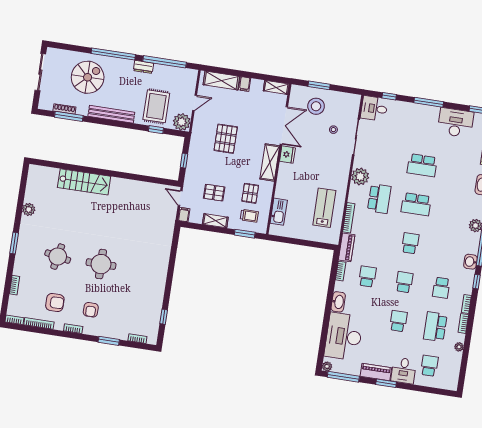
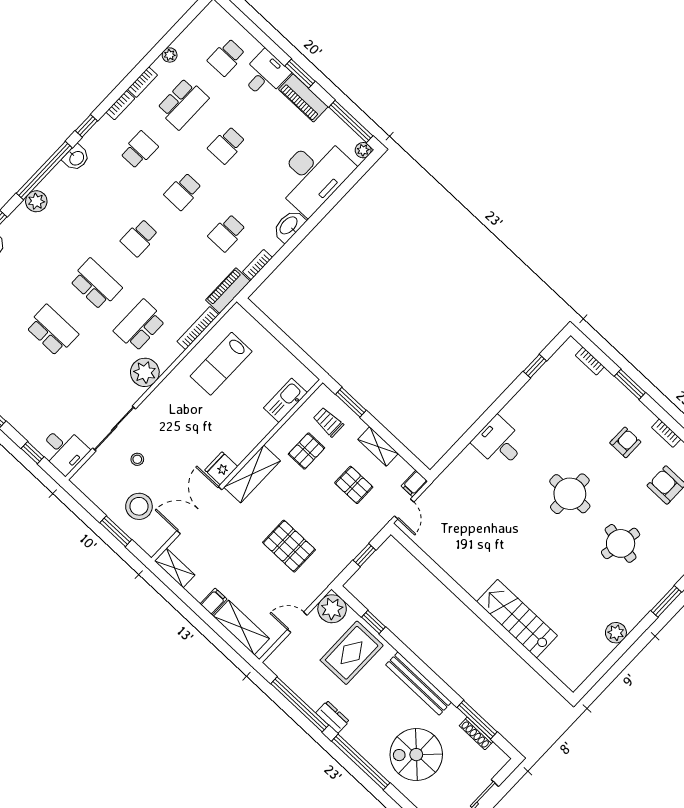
pallet: (226, 139) -> (289, 546), turned 90
desk: (155, 265) -> (499, 443), added

